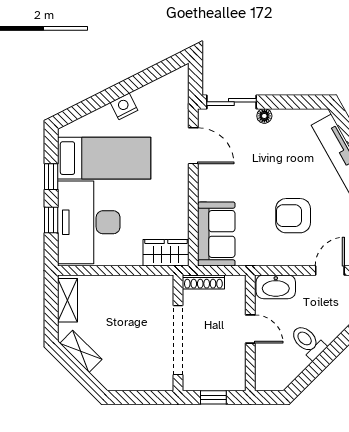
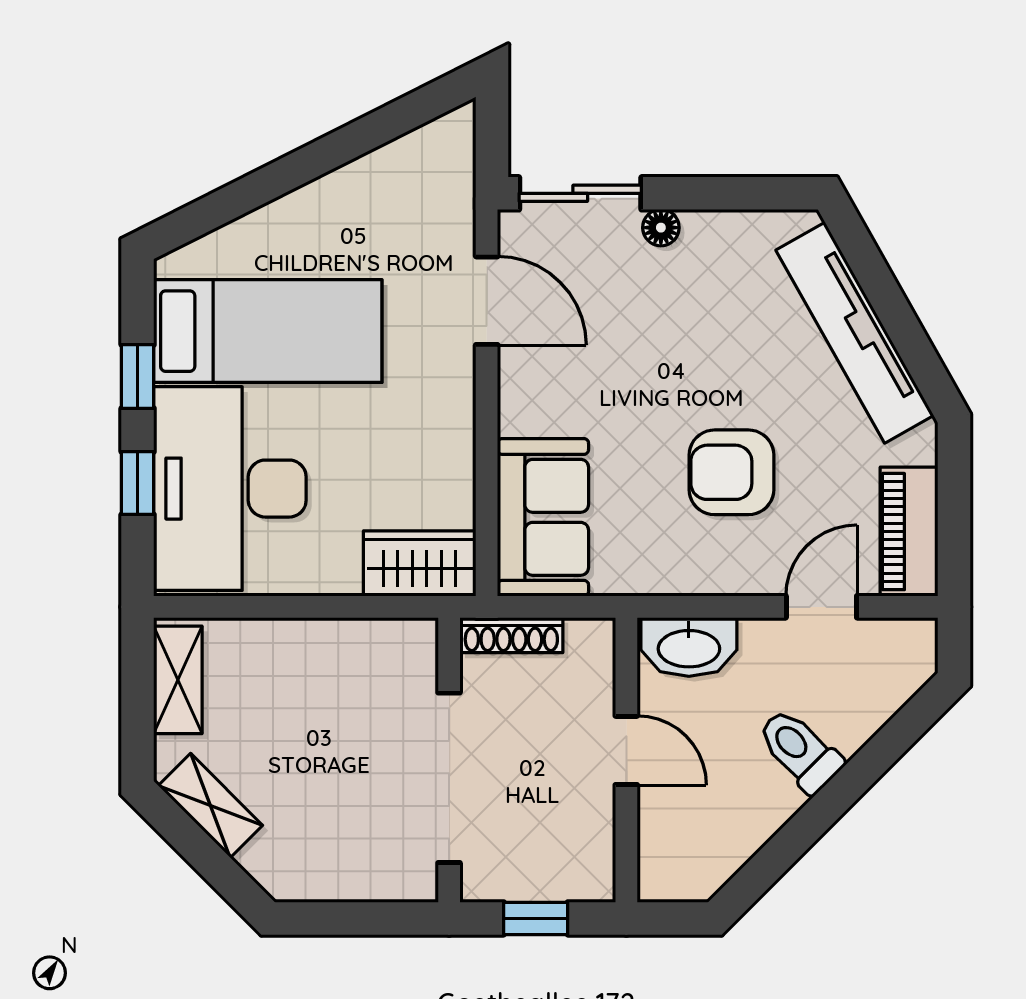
nightstand: (124, 106) -> (316, 204), removed
toilet: (308, 342) -> (800, 751), moved

